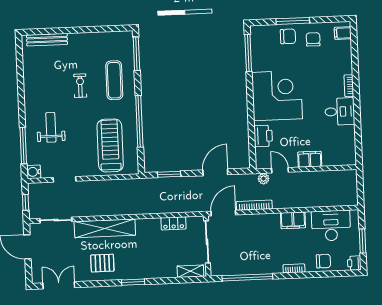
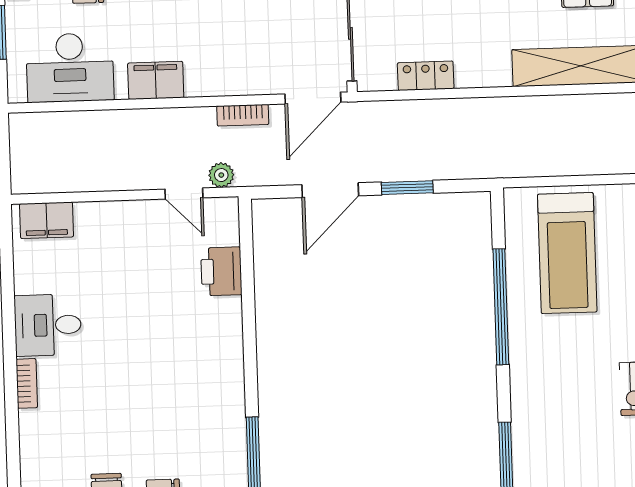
exercise mat: (114, 80) -> (557, 400), removed
corner desk: (277, 96) -> (189, 362), removed
filing cabinet: (310, 159) -> (47, 220), moved
window: (169, 174) -> (407, 188), moved
bookcase: (254, 205) -> (243, 115), width x0.64

